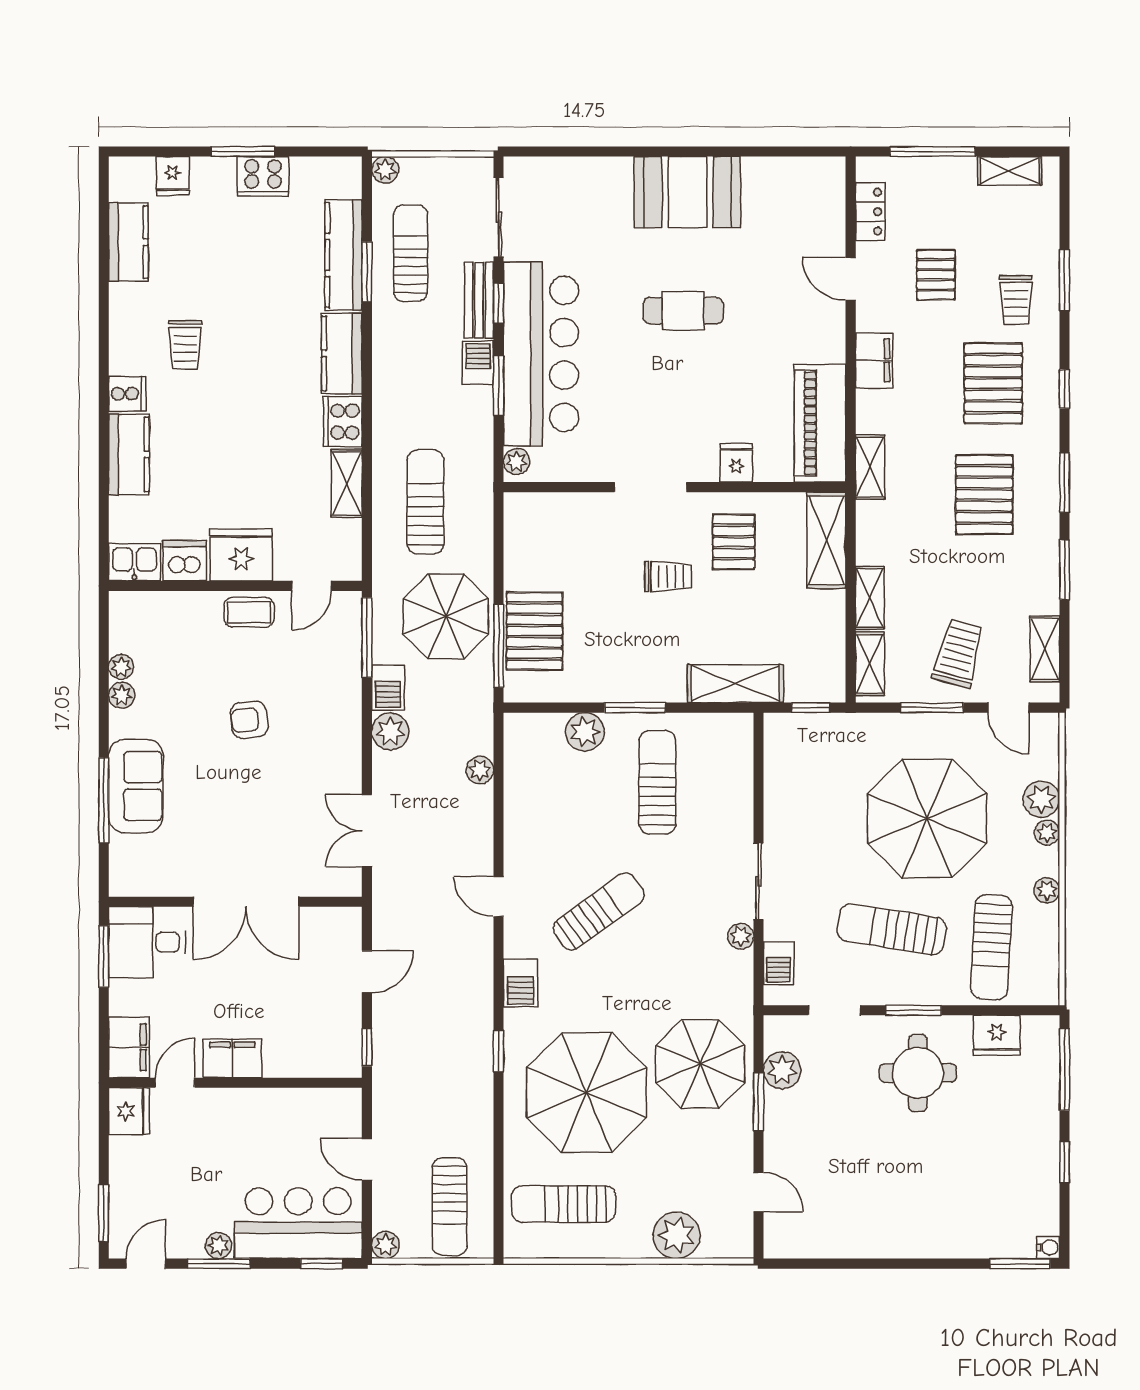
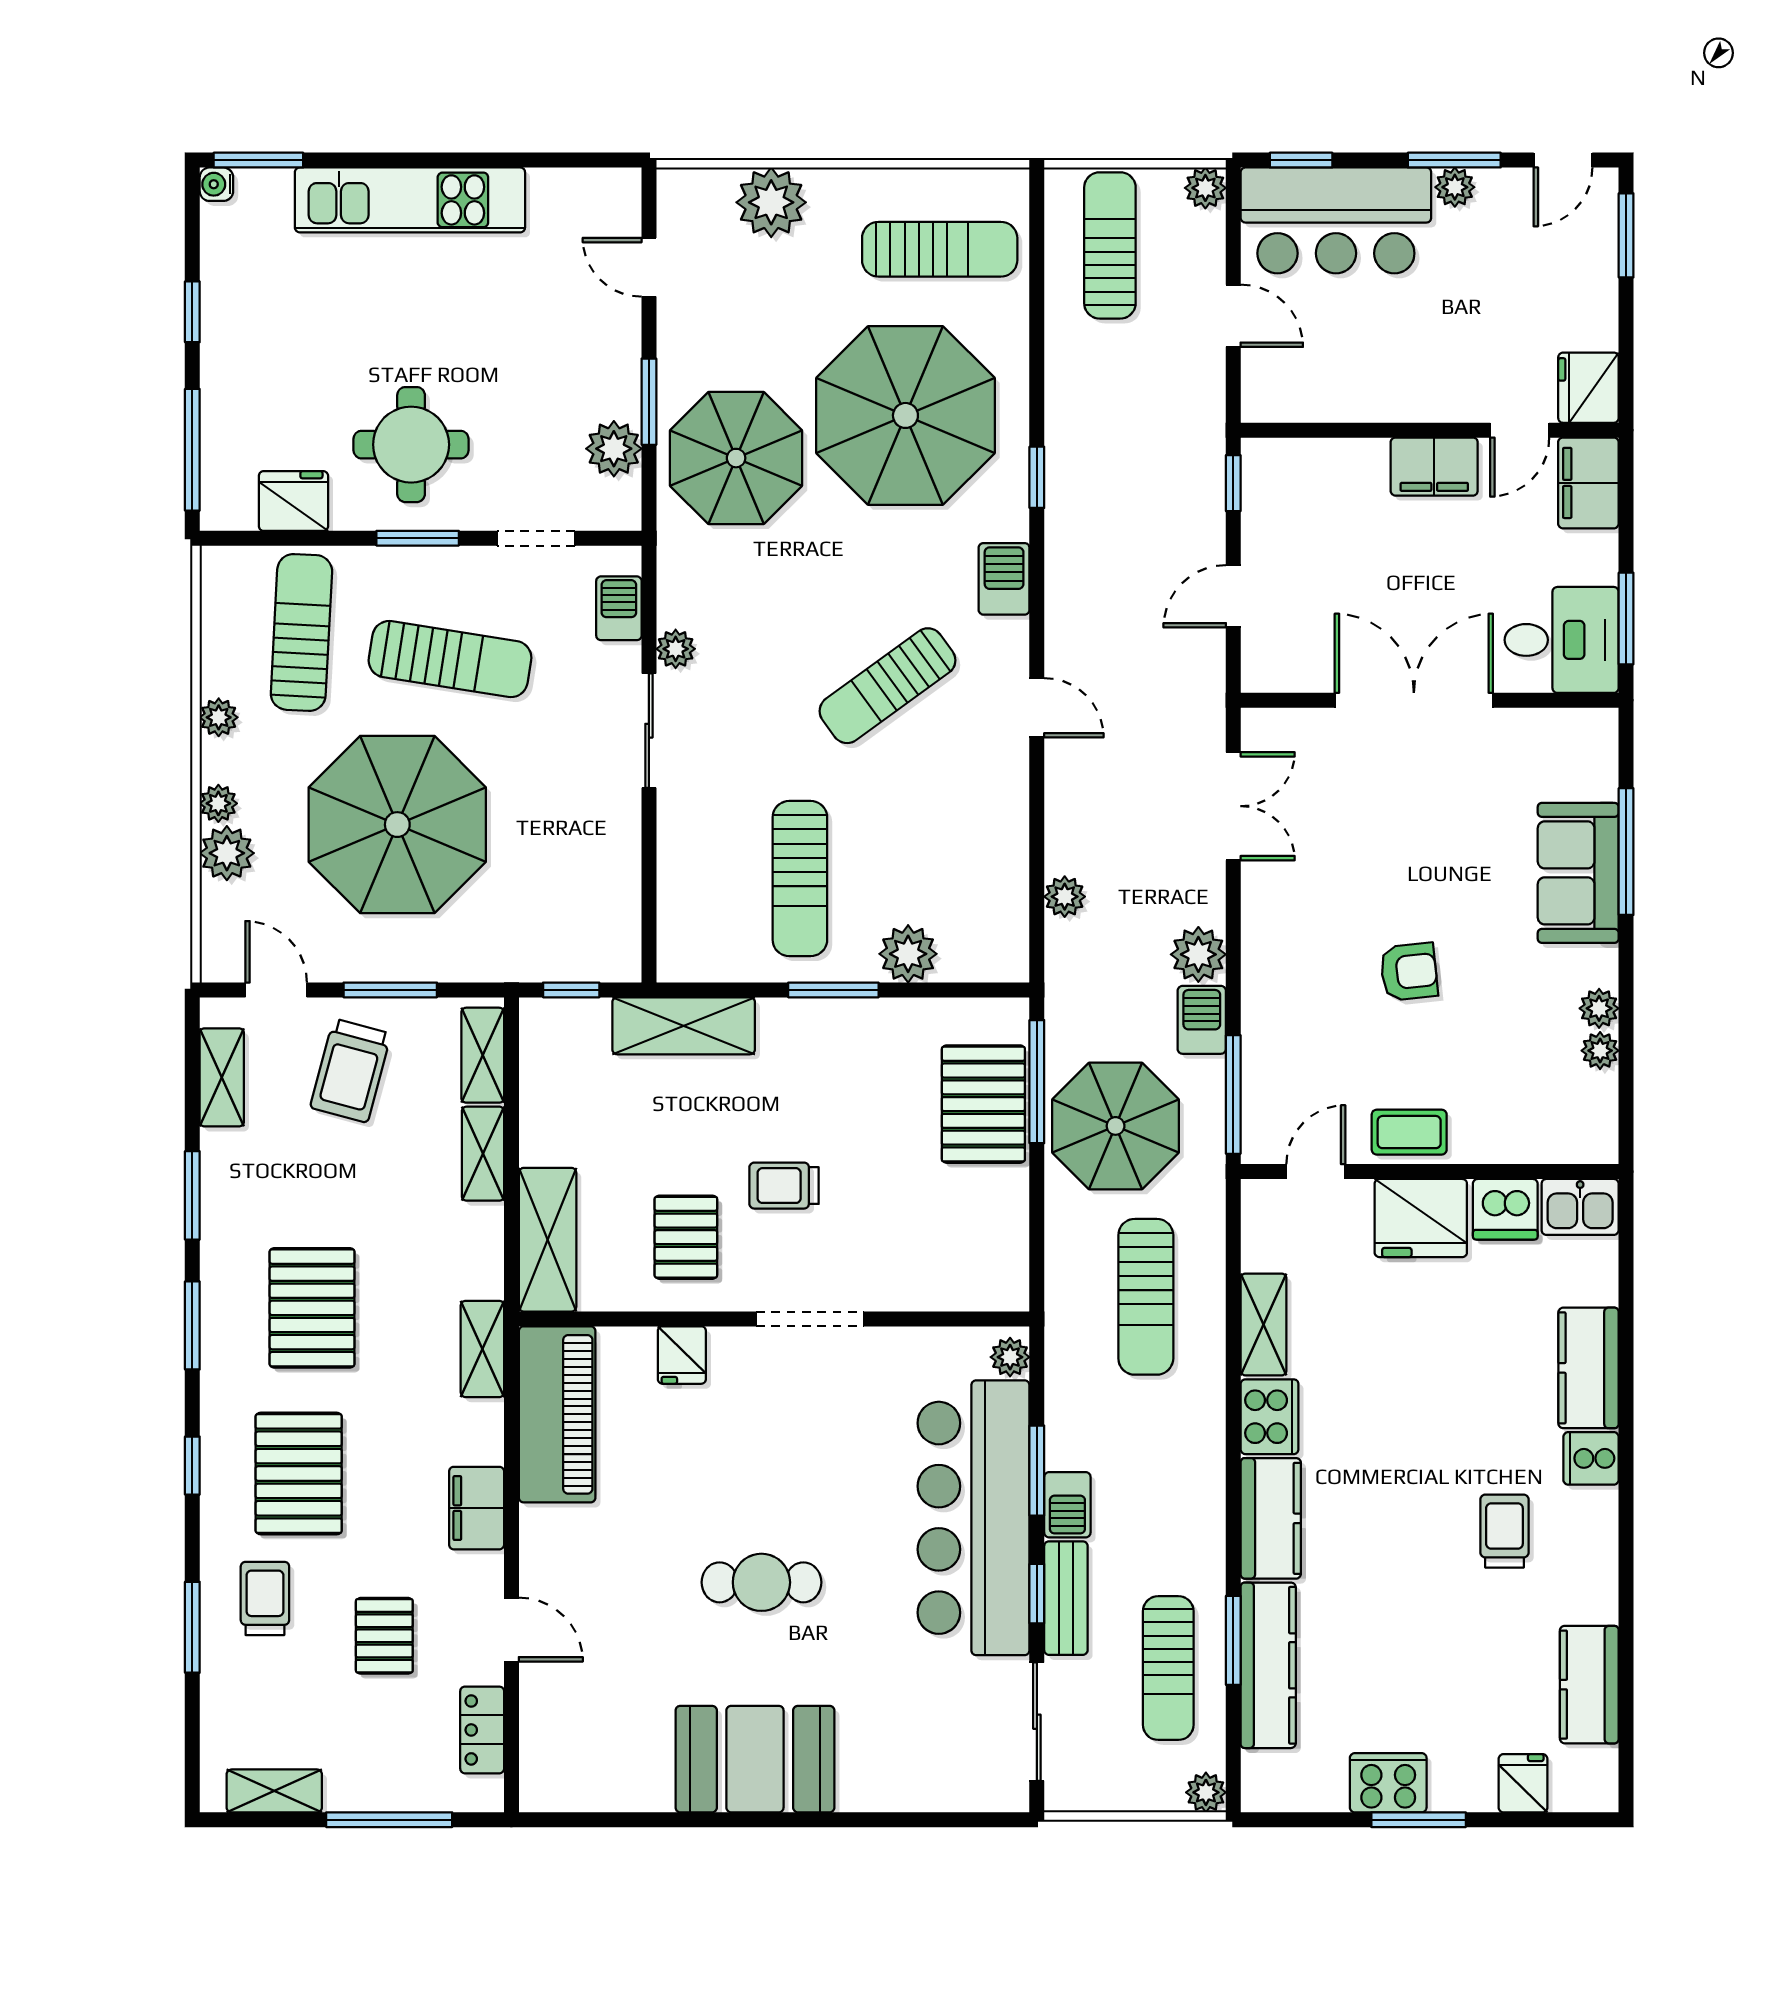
kitchen unit: (919, 1237) -> (410, 200), added

